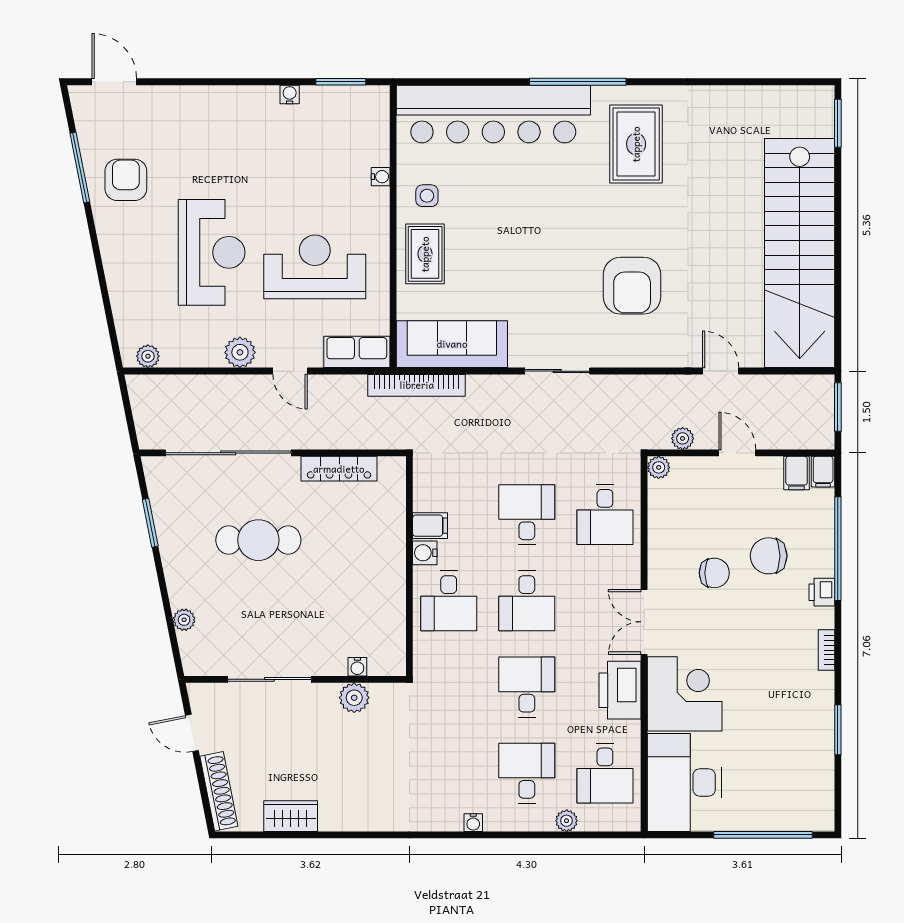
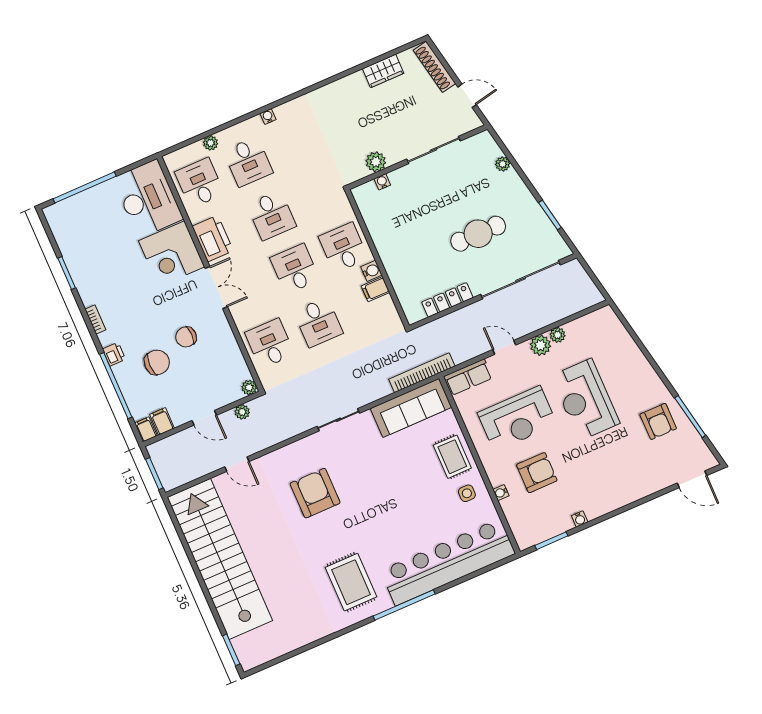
armchair: (320, 182) -> (537, 473), added
plant: (148, 356) -> (558, 335), moved

